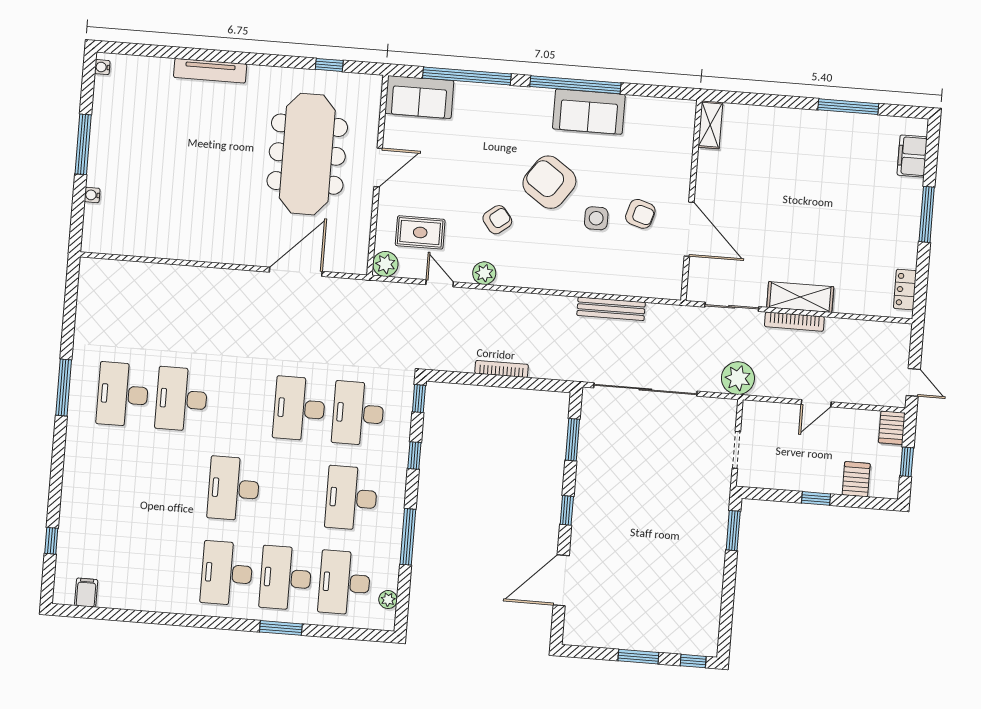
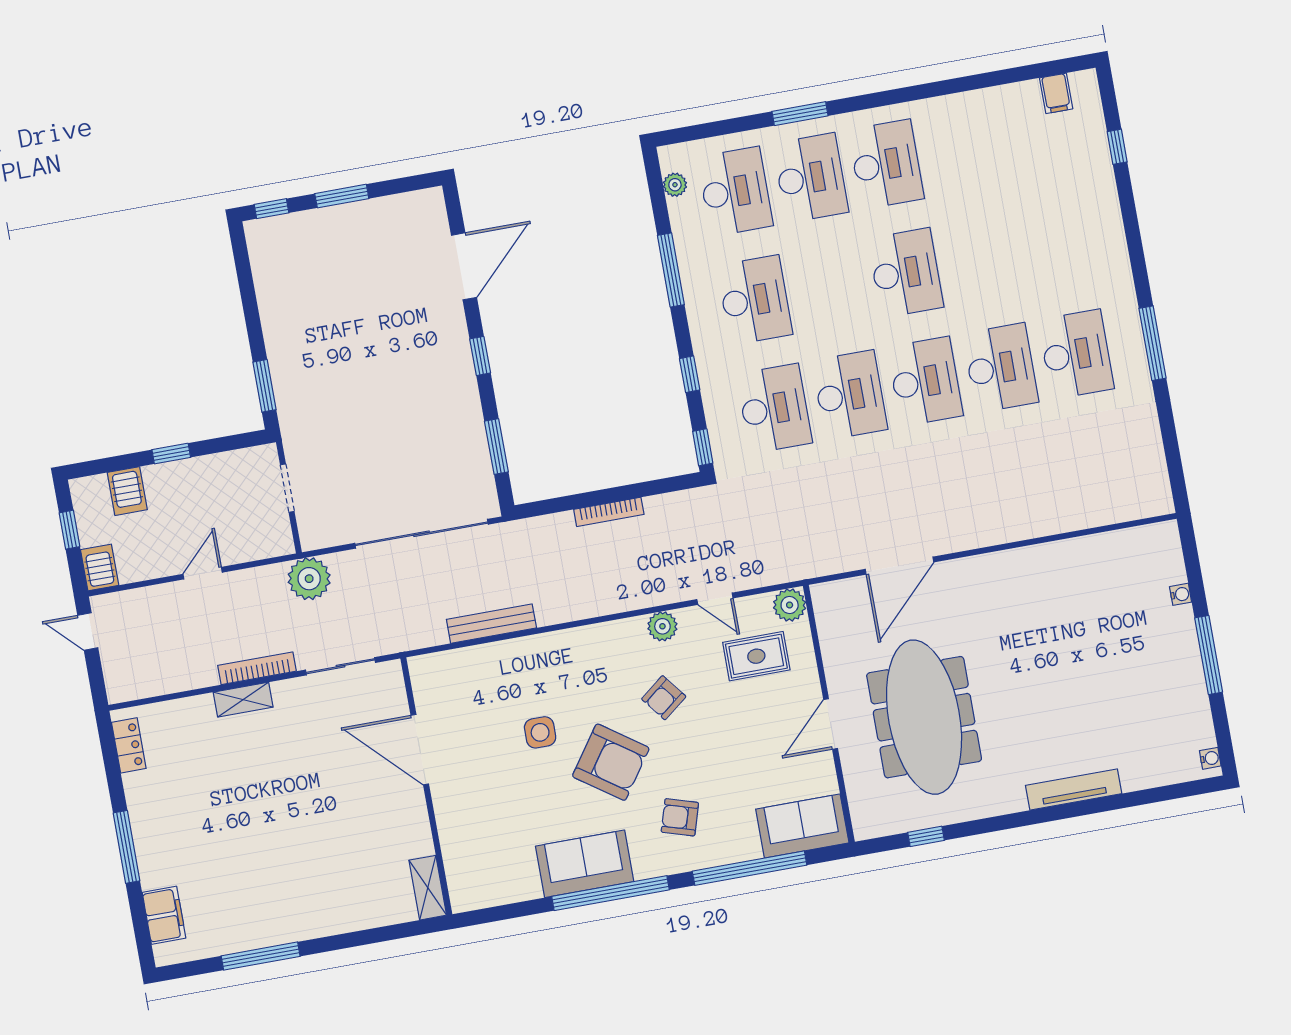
armchair: (640, 214) -> (680, 817), moved
shelving: (800, 297) -> (243, 700), width x0.67, depth x0.75
desk: (240, 404) -> (925, 381), added

